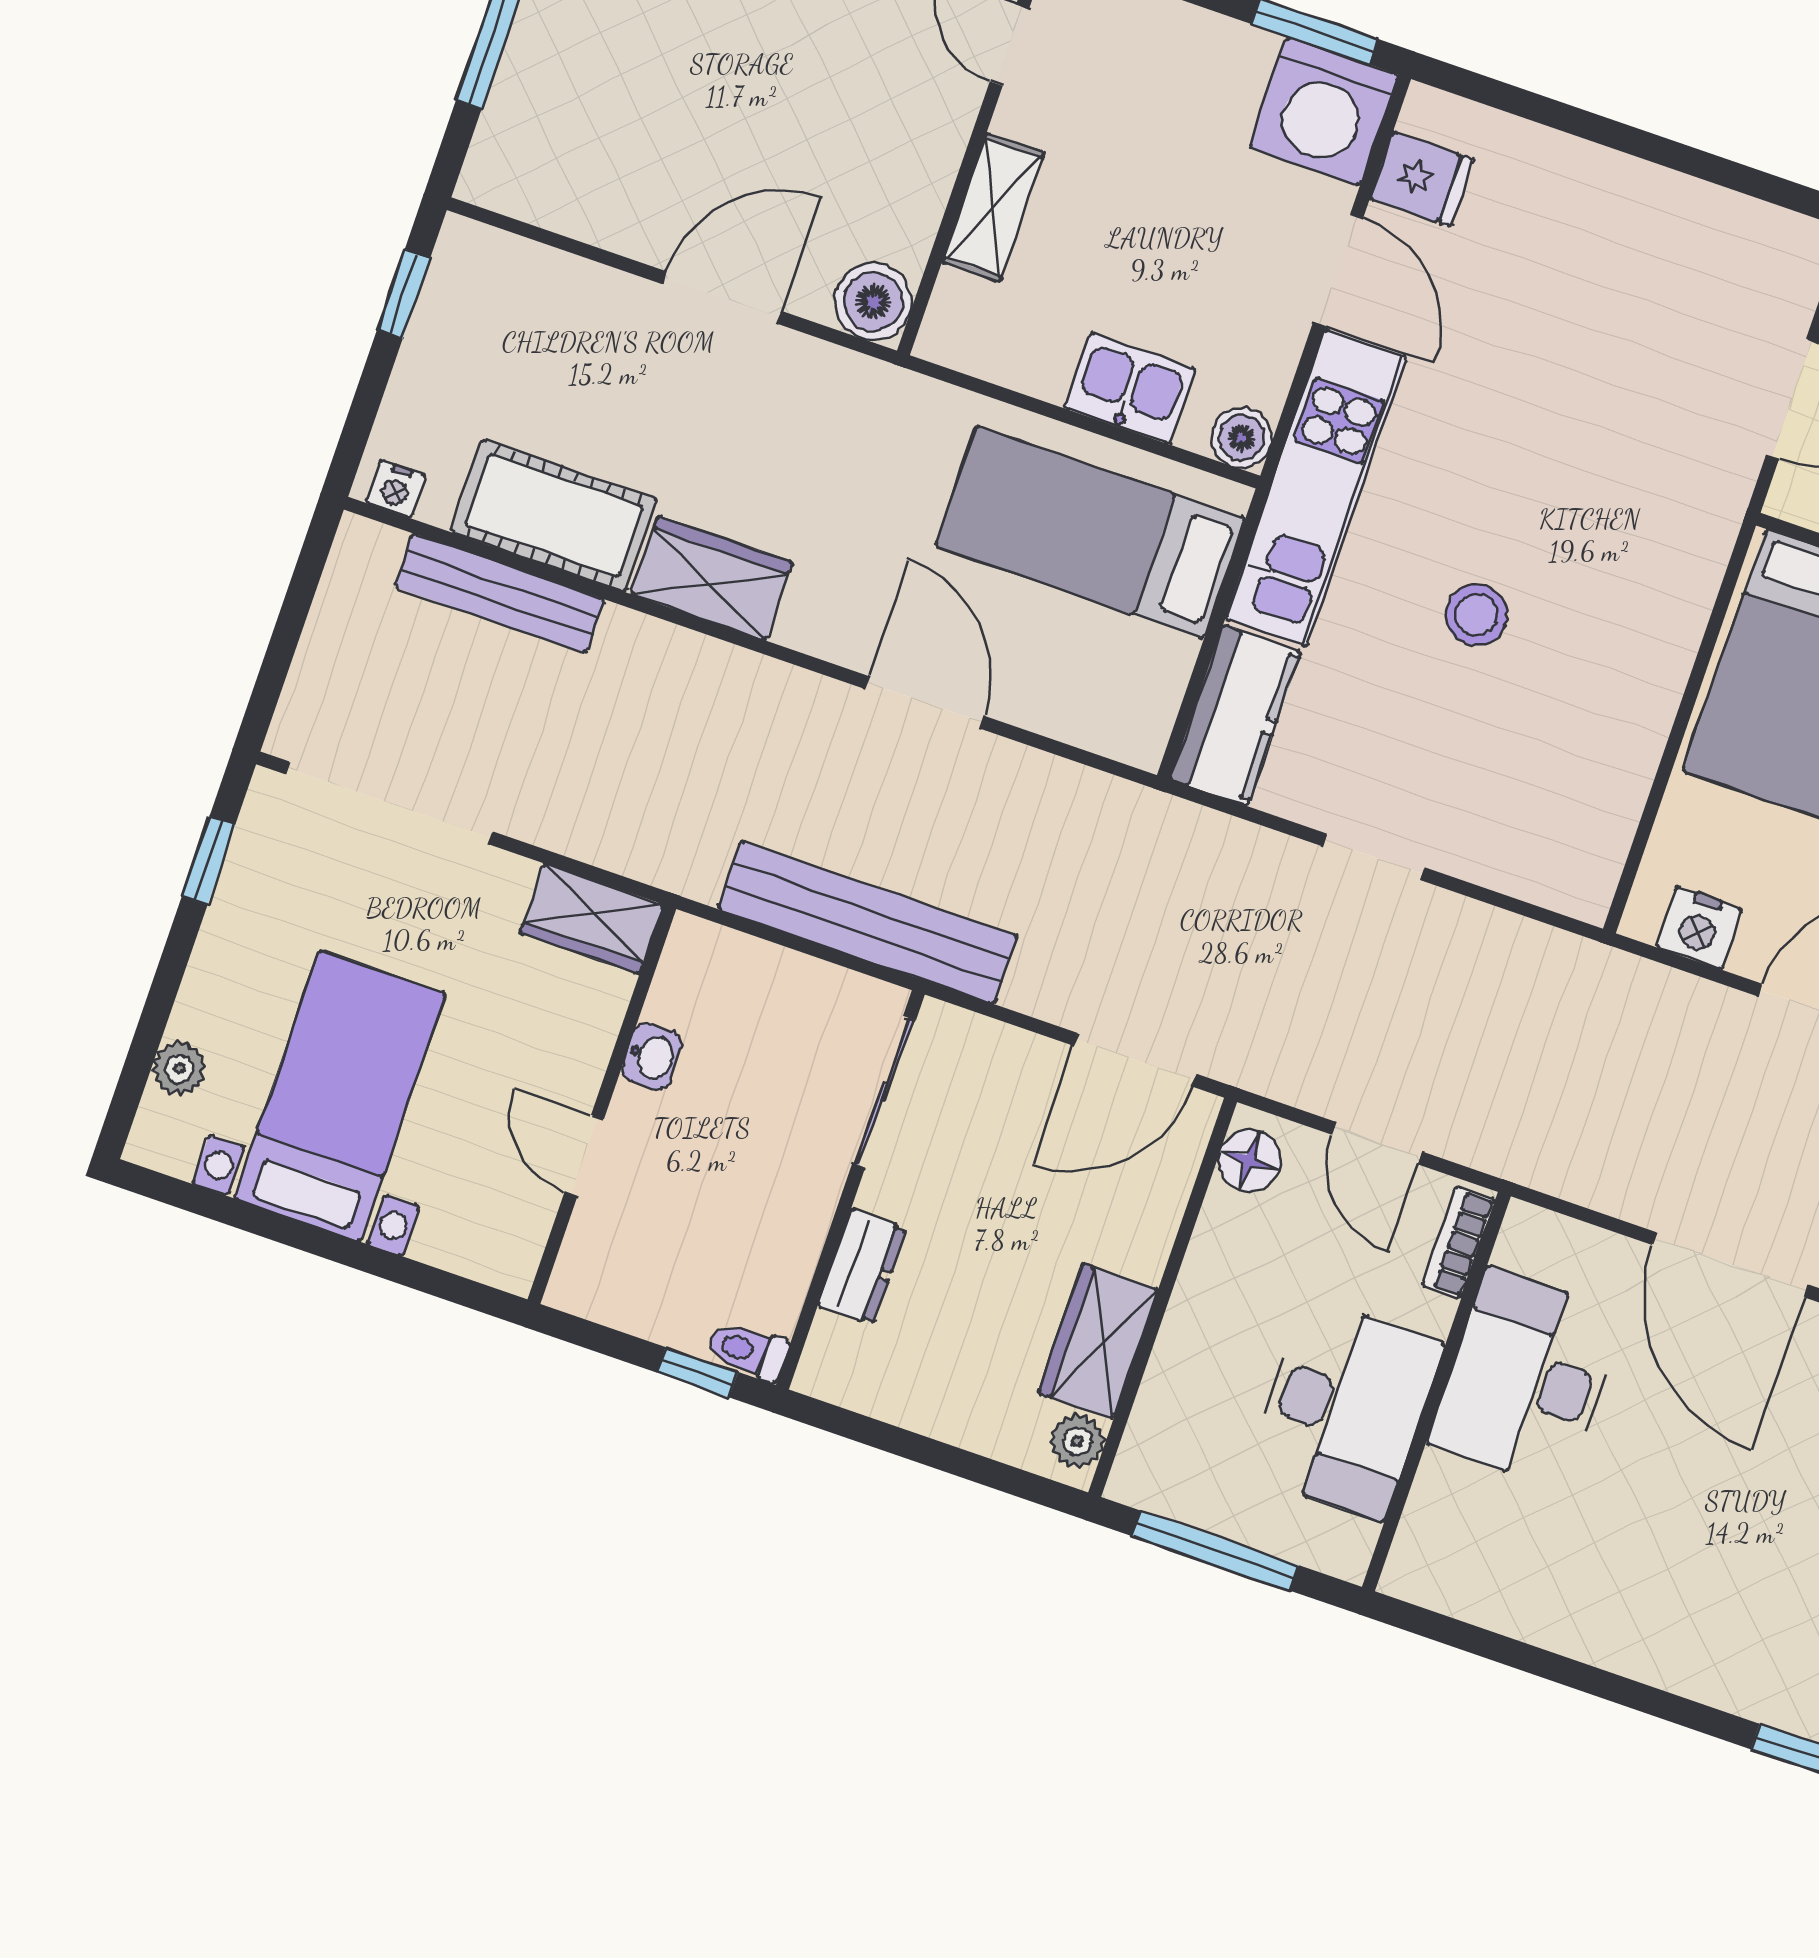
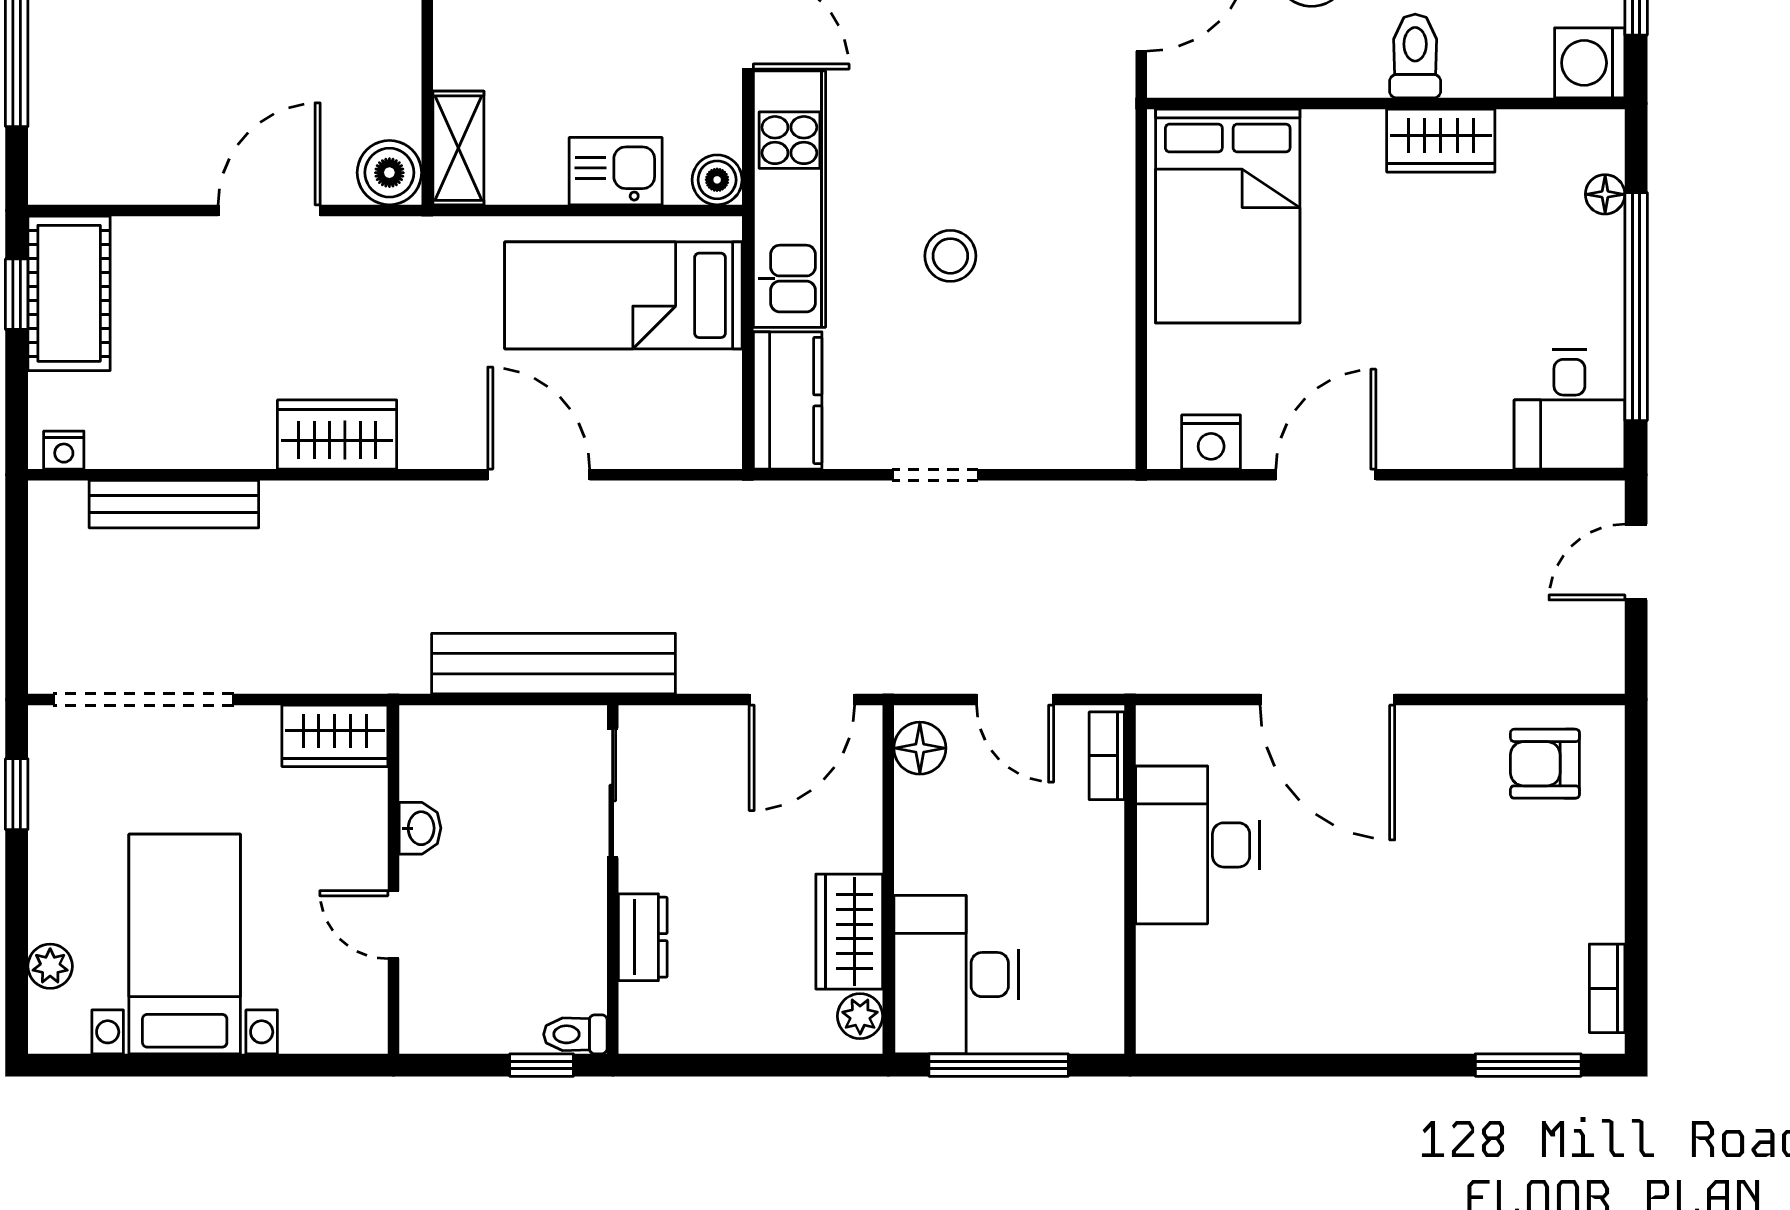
shelving: (993, 207) -> (458, 148), moved
cot: (554, 516) -> (69, 293), moved, turned 90
desk: (1344, 1409) -> (956, 975), moved, turned 180

